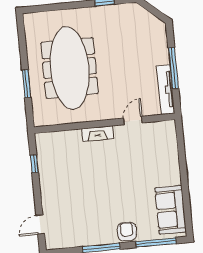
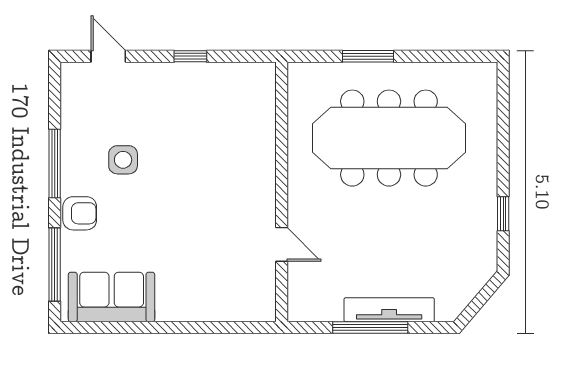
tv unit: (166, 90) -> (389, 310), moved
fireplace: (98, 134) -> (264, 177), removed
window: (34, 164) -> (190, 56), moved
side table: (96, 211) -> (123, 160), added

